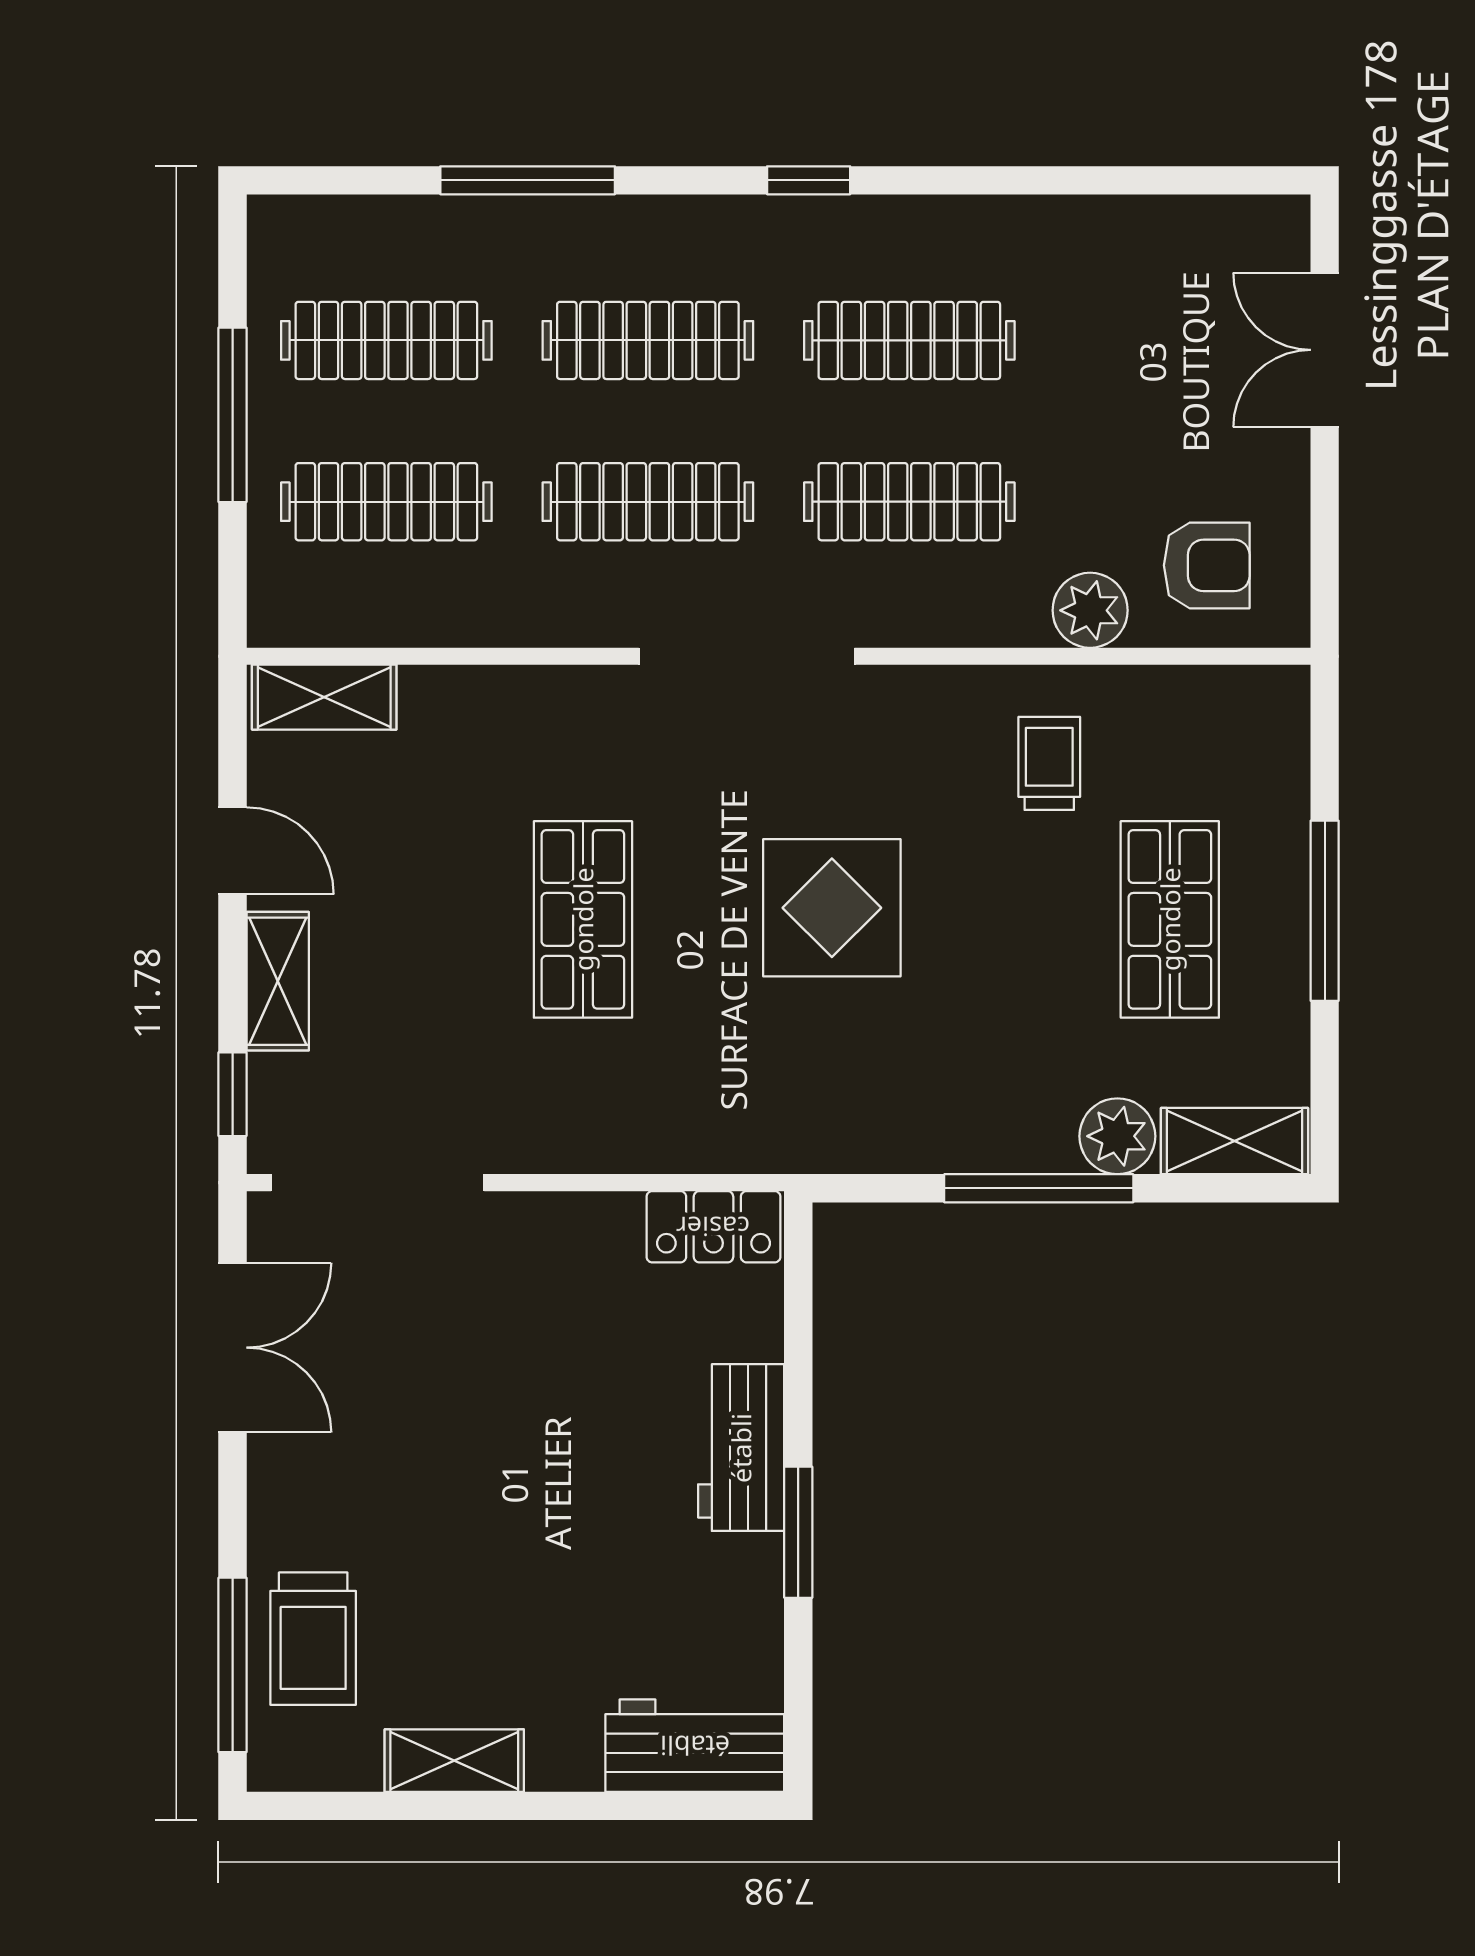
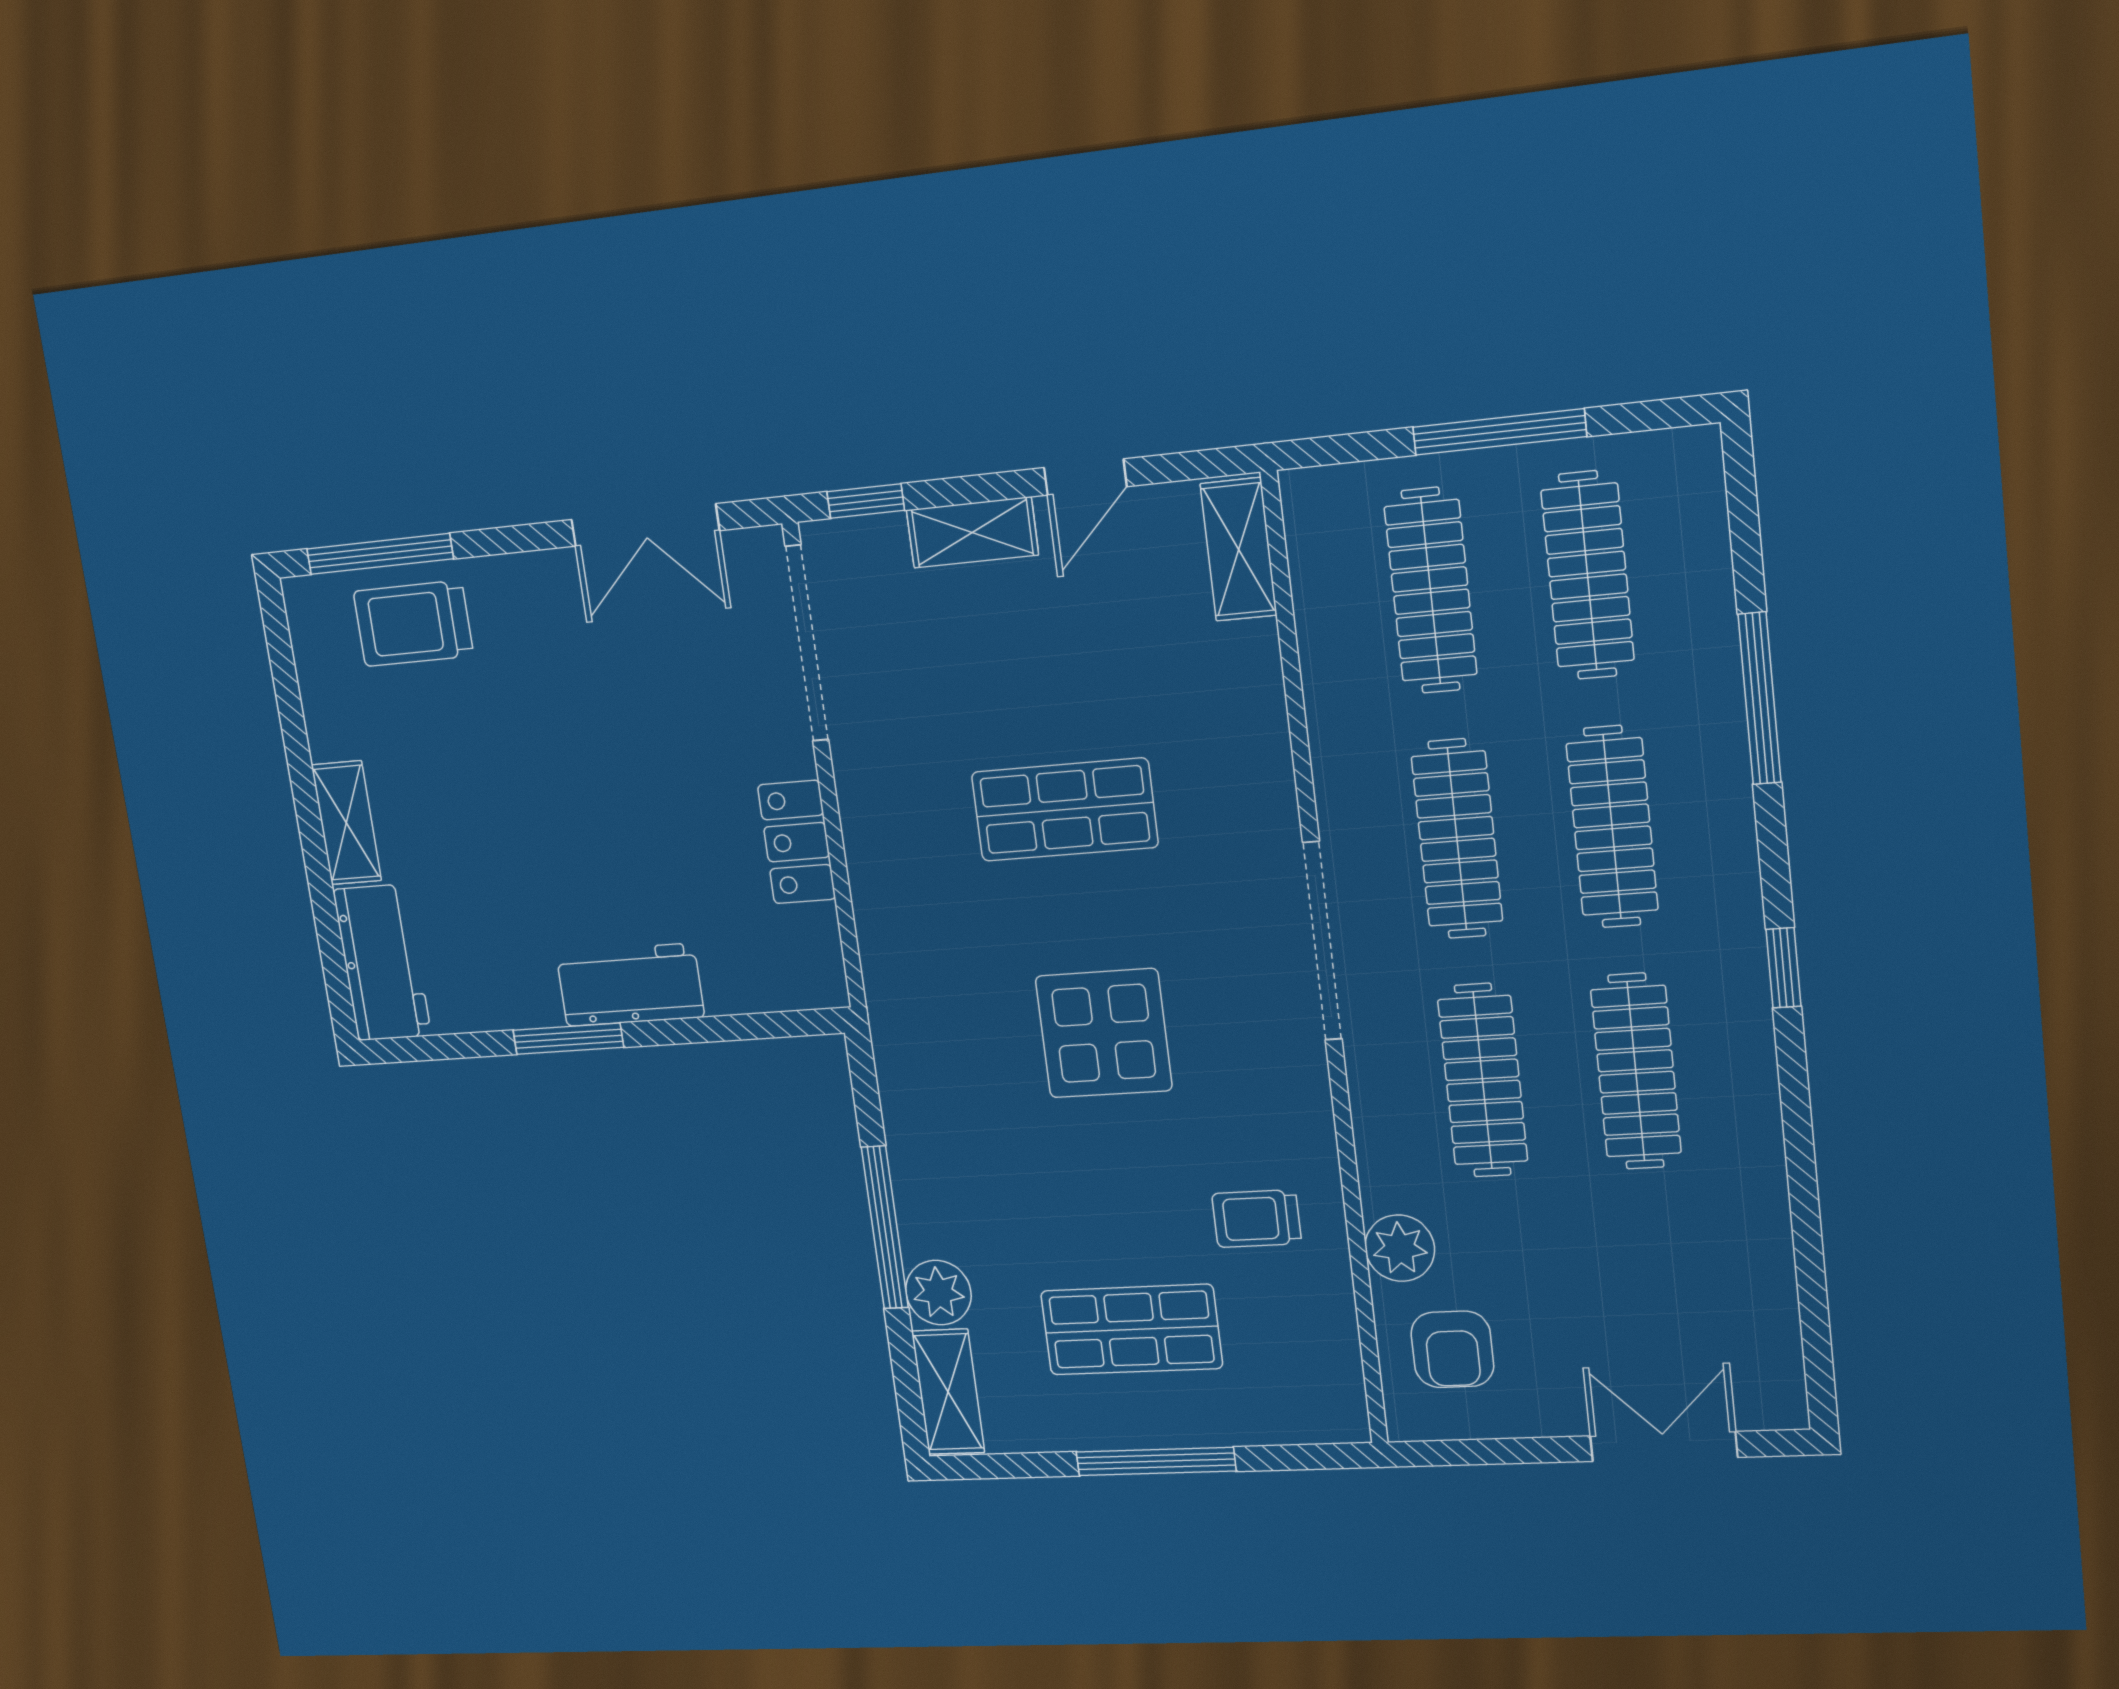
trolley: (1049, 763) -> (1257, 1219), turned 180
locker: (713, 1227) -> (797, 842), moved
shelving: (454, 1761) -> (346, 823), moved

